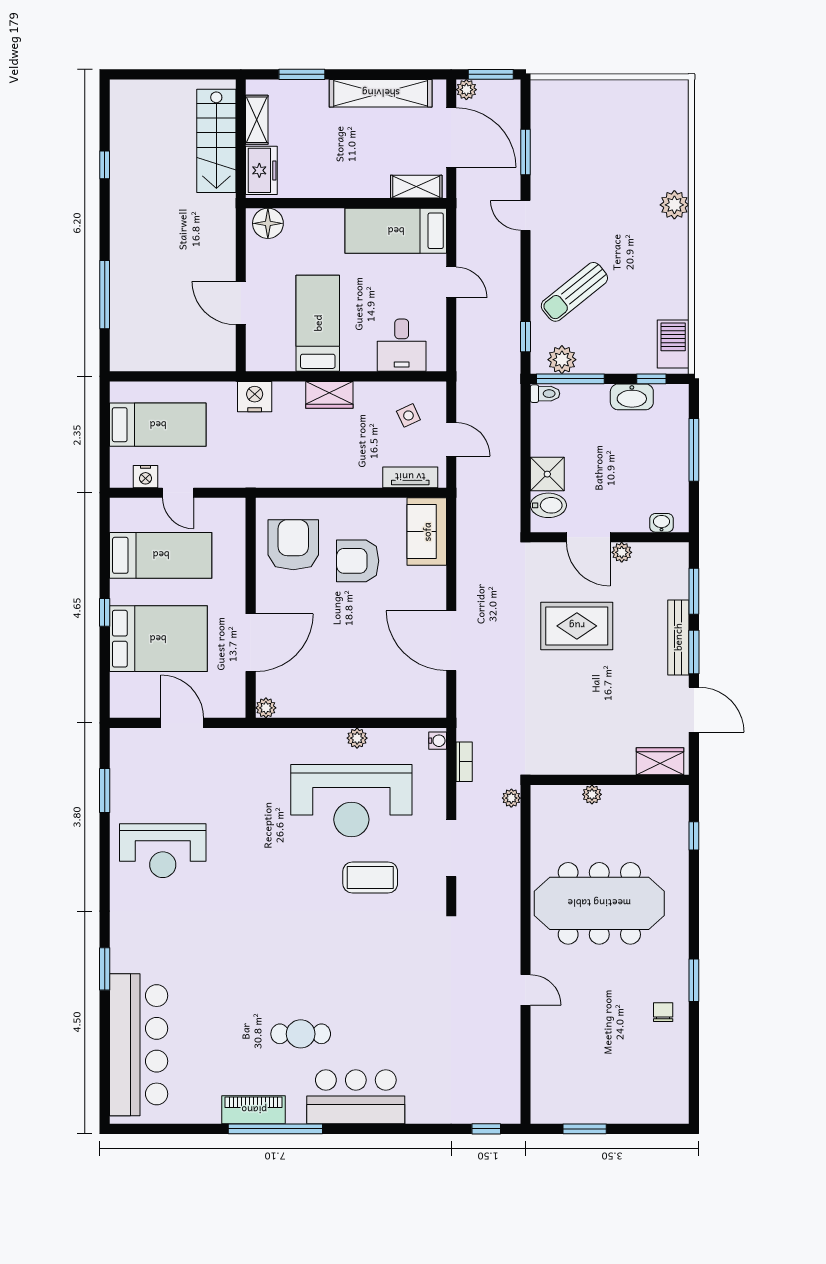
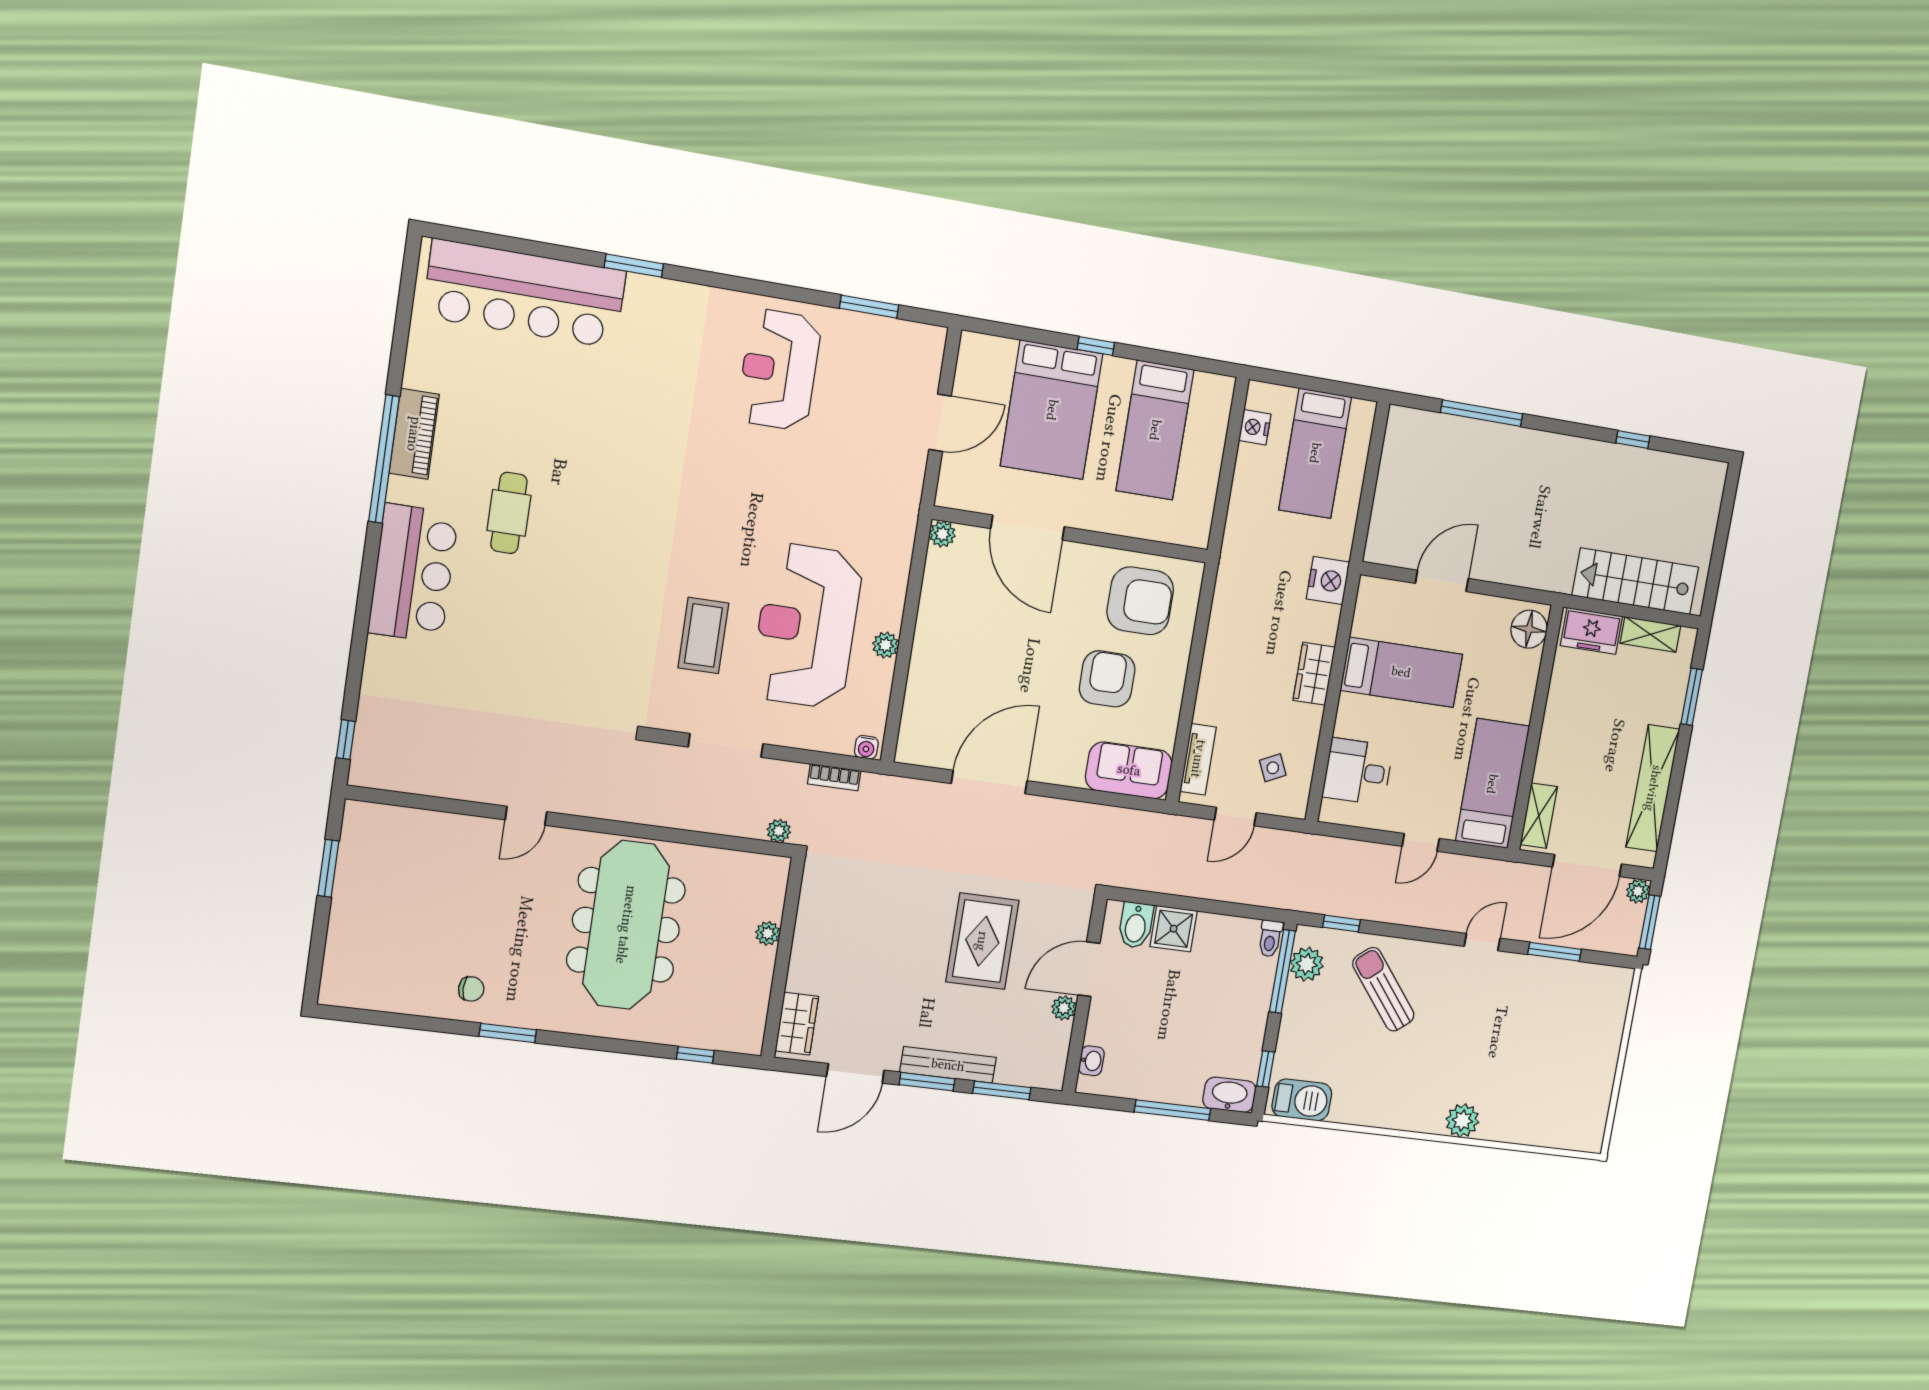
washbasin: (632, 397) -> (1229, 1095), moved, turned 90
door: (178, 493) -> (1228, 465), removed

